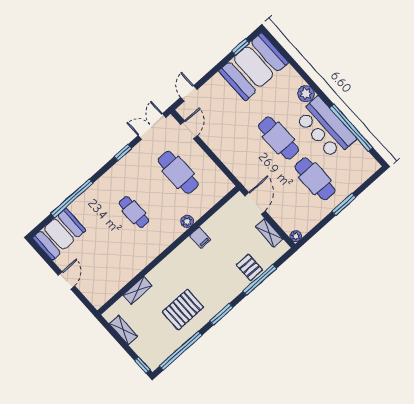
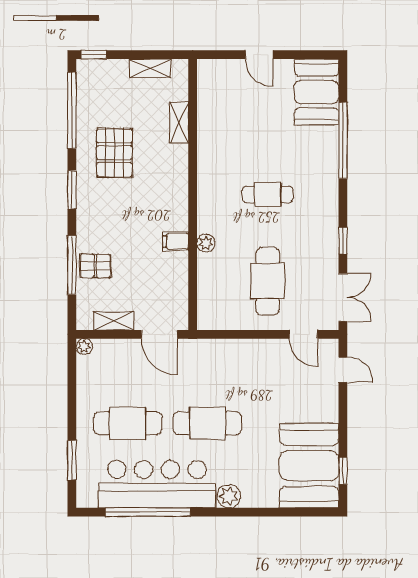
bar counter: (326, 128) -> (157, 484), width x1.36
cafe table: (178, 172) -> (268, 281), turned 90
window: (344, 204) -> (72, 460), moved

